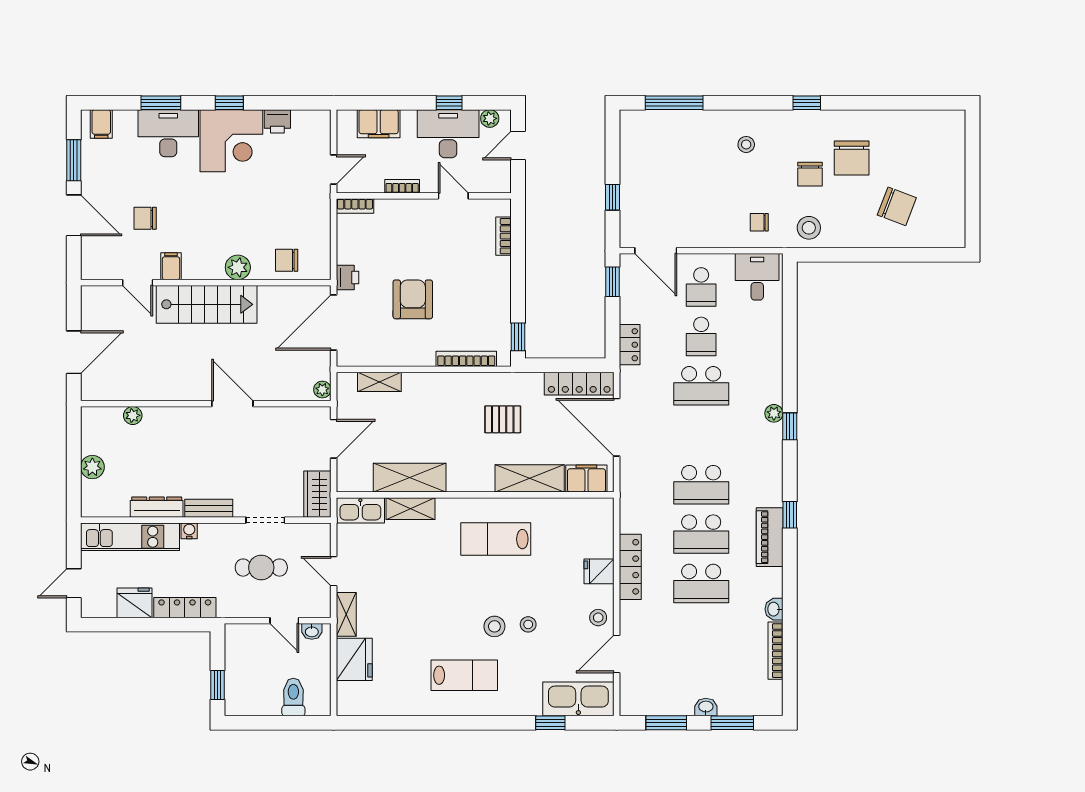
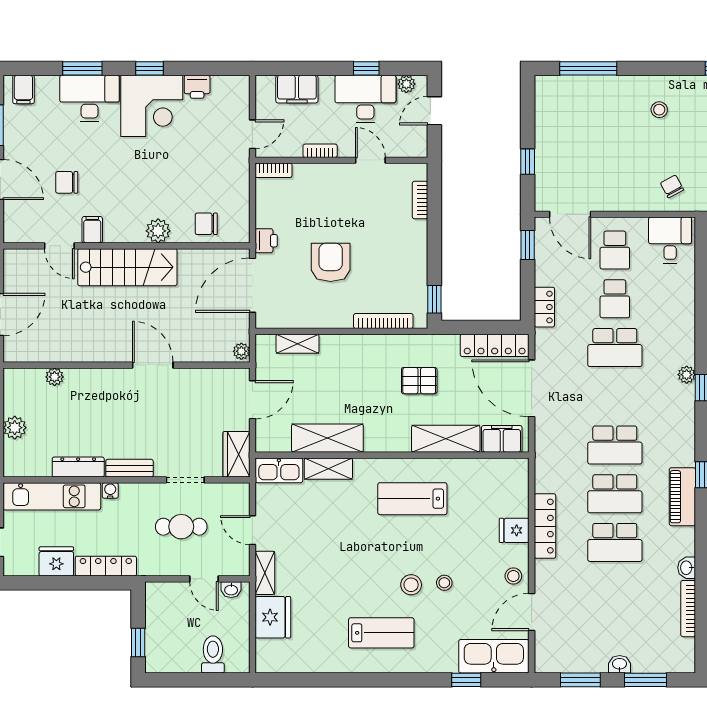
chair: (759, 222) -> (672, 186), turned 62

